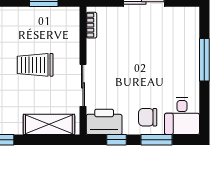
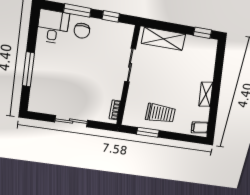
trolley: (35, 65) -> (160, 113), moved
chair: (148, 117) -> (82, 31), turned 90
printer: (104, 122) -> (118, 33), removed

